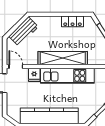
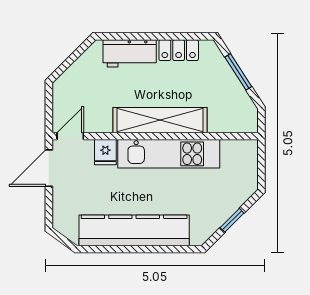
workbench: (24, 32) -> (130, 53), moved, turned 45
door: (16, 67) -> (70, 136), hinge flipped

